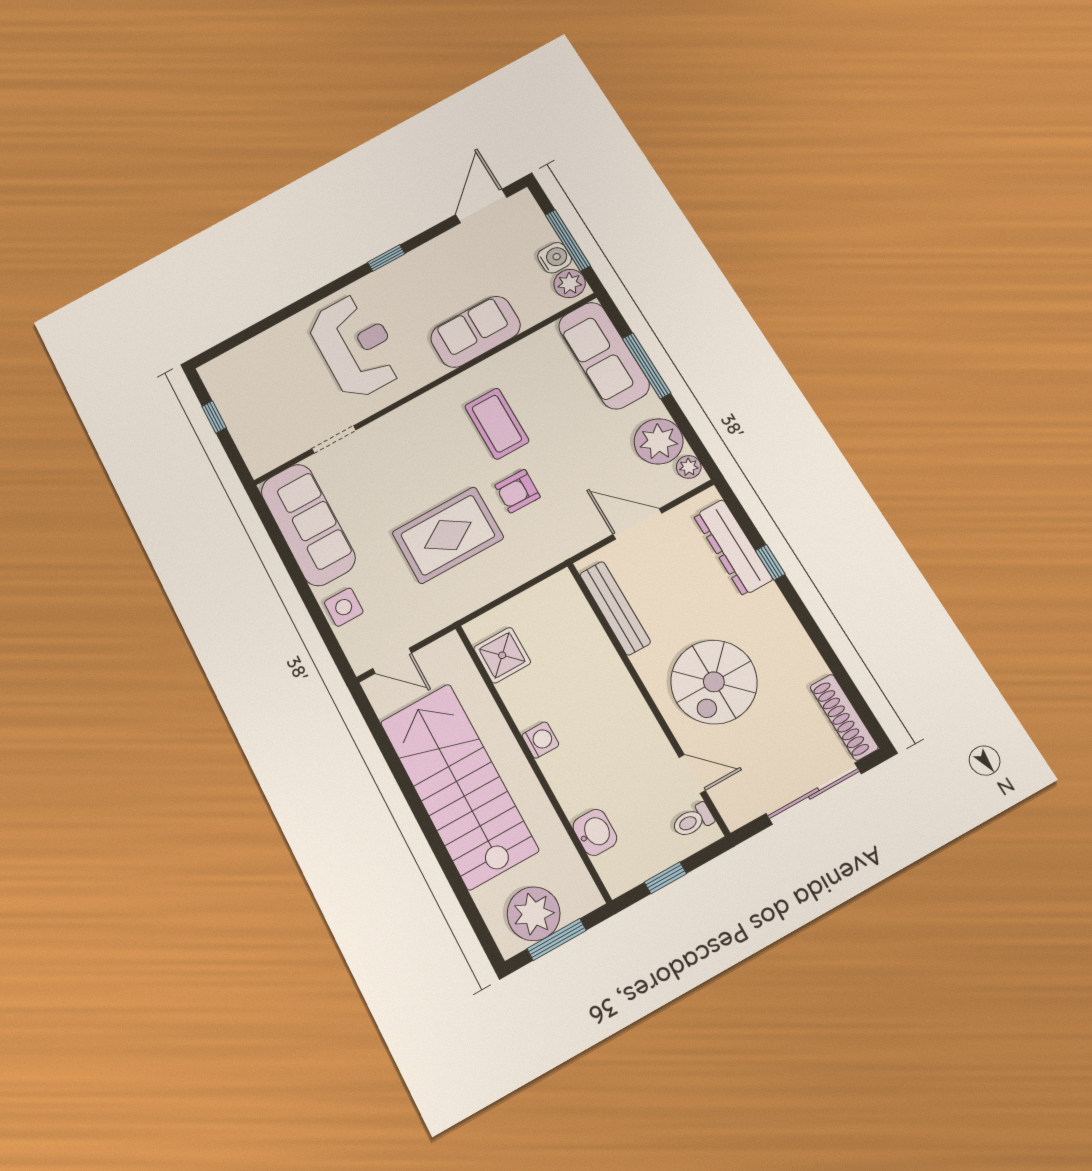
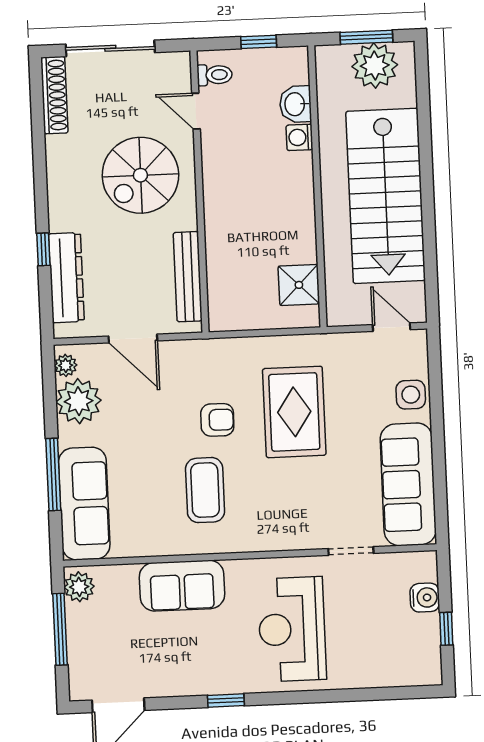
water cooler: (555, 258) -> (425, 598), moved, turned 180
rug: (448, 535) -> (294, 412), turned 90
spiral stairs: (714, 682) -> (140, 175), turned 180
washing machine: (540, 740) -> (299, 137), moved

